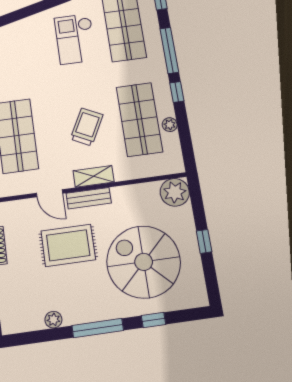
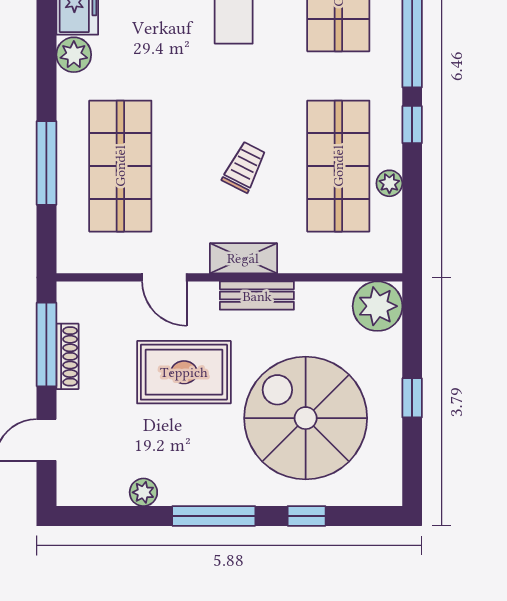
trolley: (87, 127) -> (244, 167), width x0.73, depth x0.72
bench: (89, 198) -> (257, 296), moved

